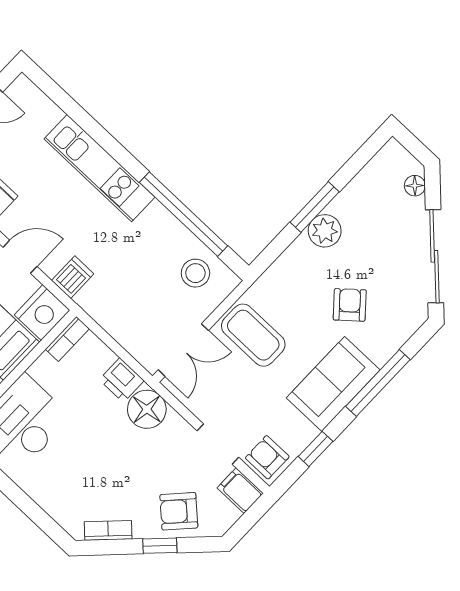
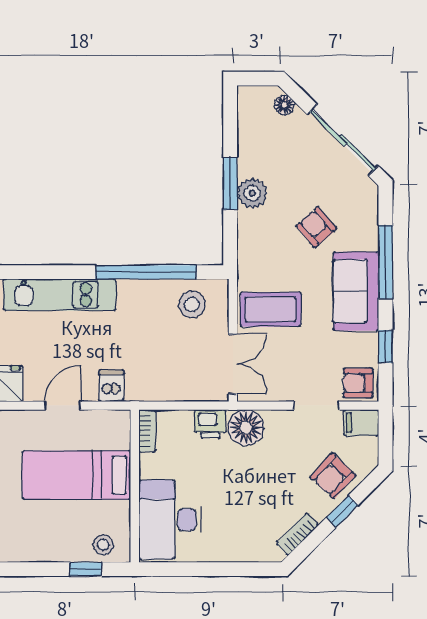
nightstand: (42, 312) -> (113, 429), removed

